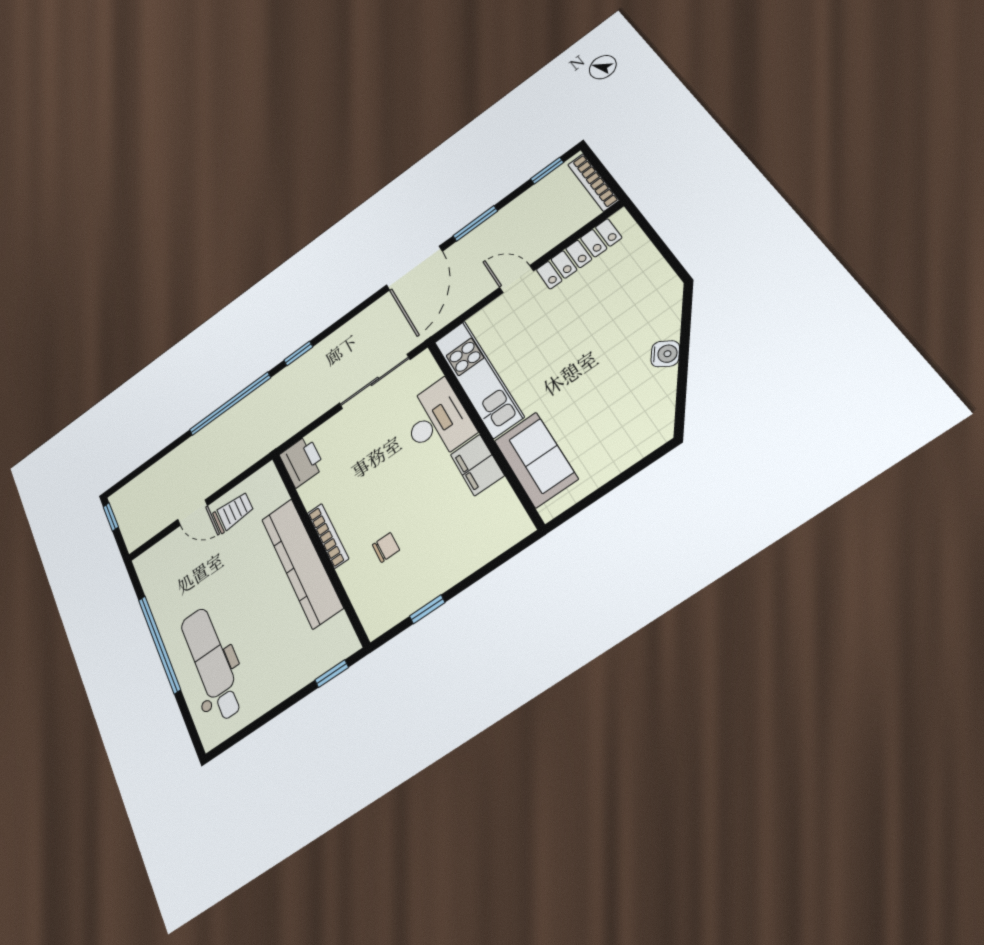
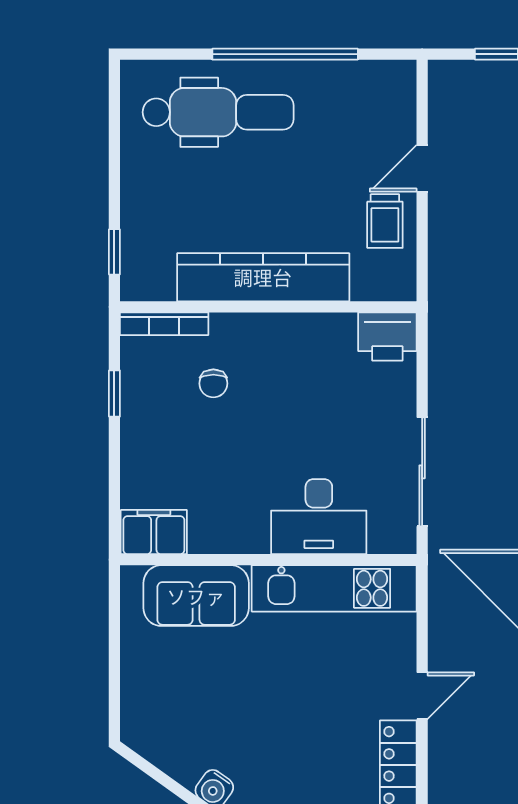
filing cabinet: (477, 465) -> (154, 532), moved
bookcase: (328, 536) -> (164, 324), moved

